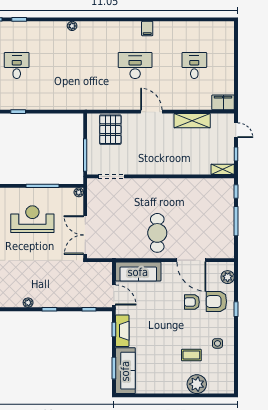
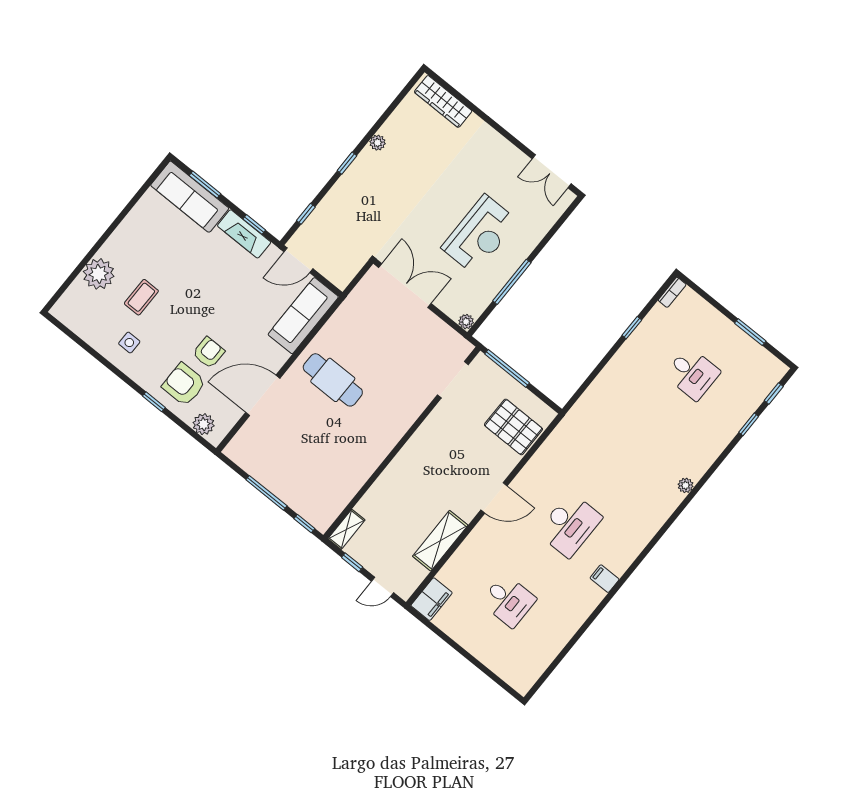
armchair: (216, 302) -> (184, 384), turned -90

